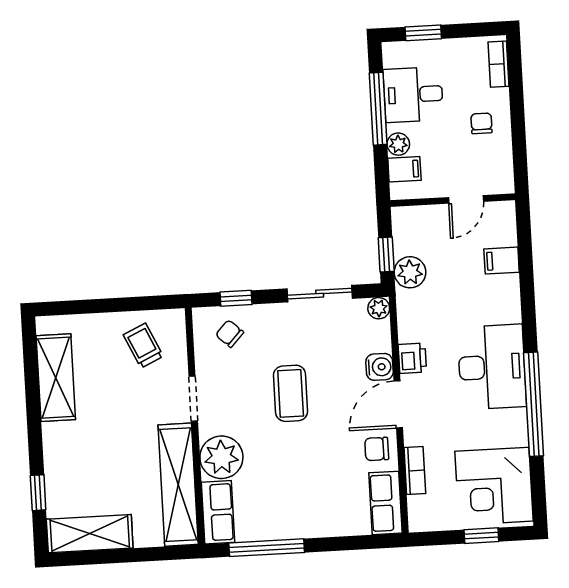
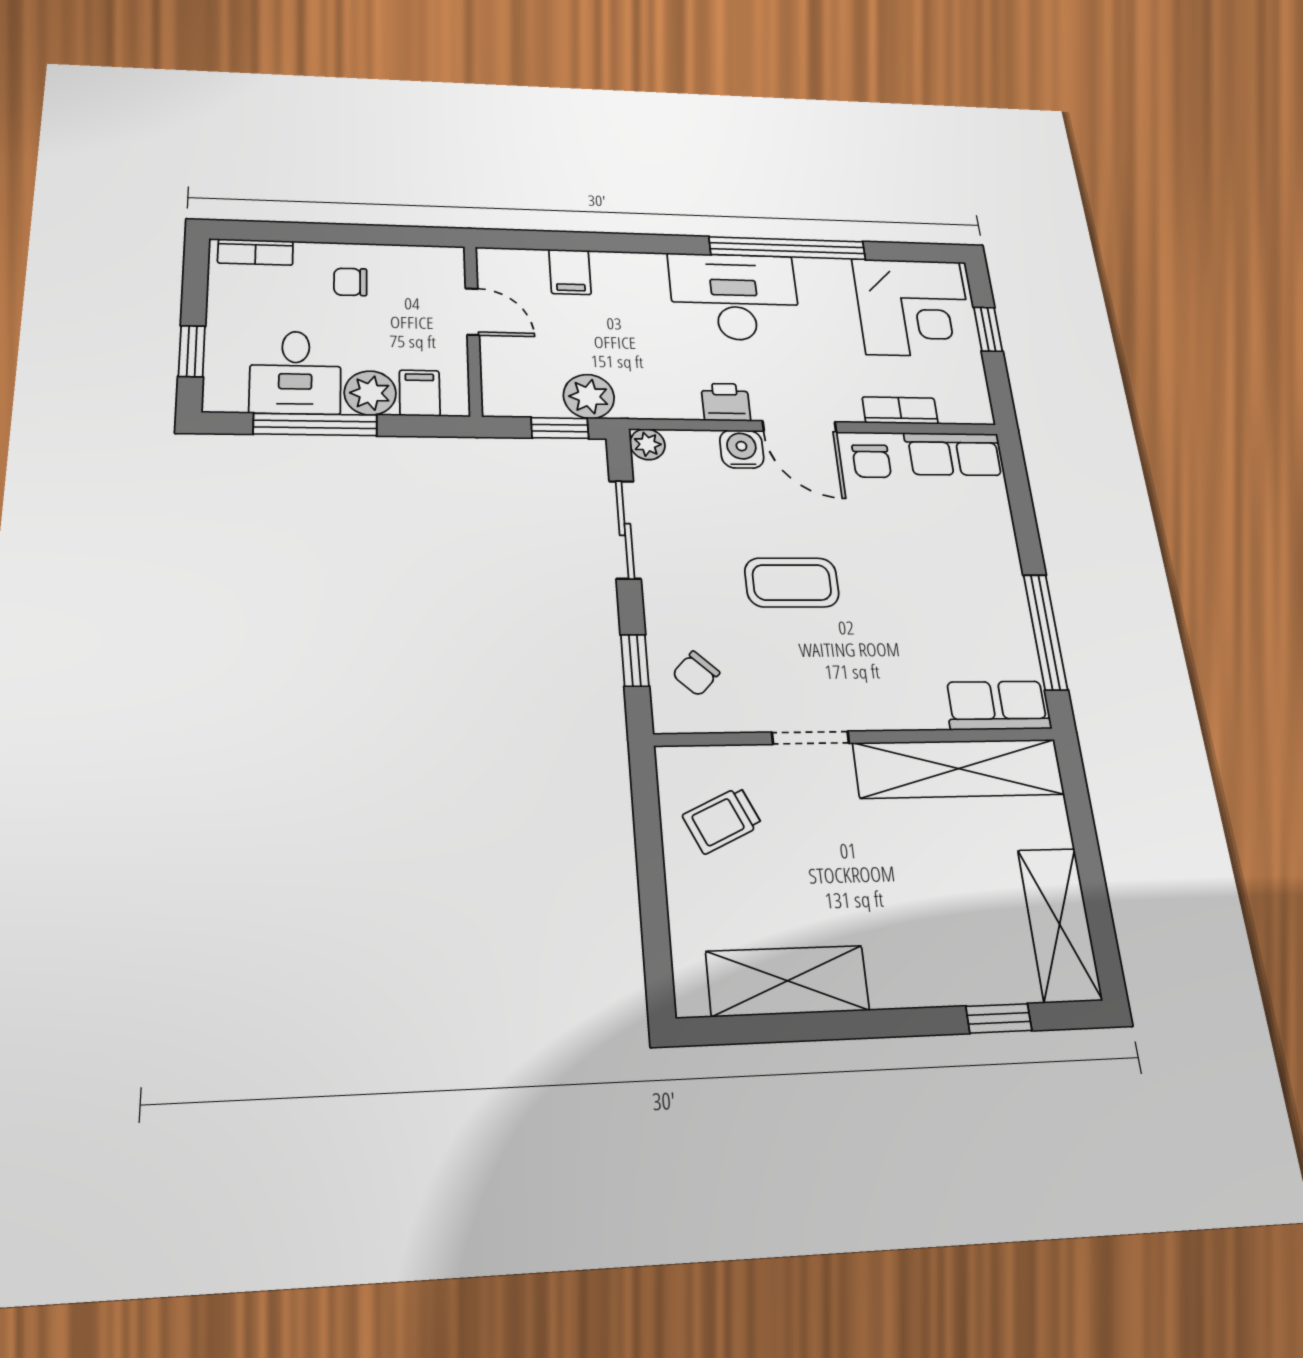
plant: (398, 144) -> (370, 393), width x1.38, depth x1.38
plant: (221, 457) -> (906, 696), removed

